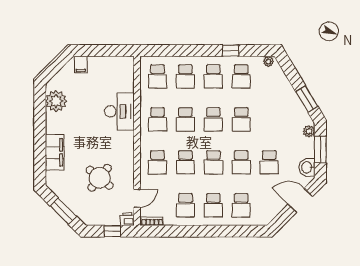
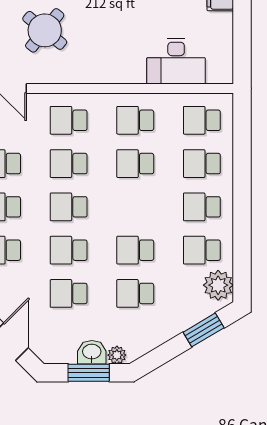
window: (231, 51) -> (242, 234), removed
plant: (268, 61) -> (218, 285), width x1.87, depth x1.87
window: (307, 99) -> (204, 330), moved
desk: (119, 111) -> (176, 61), moved
school desk: (213, 119) -> (135, 293), moved
washbasin: (307, 167) -> (92, 352), moved

